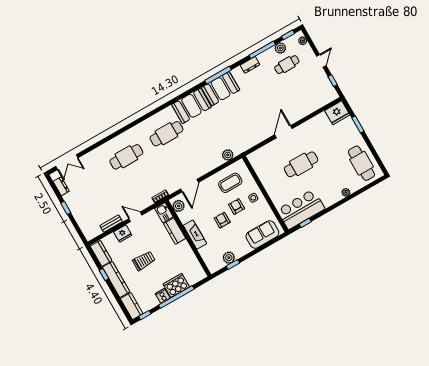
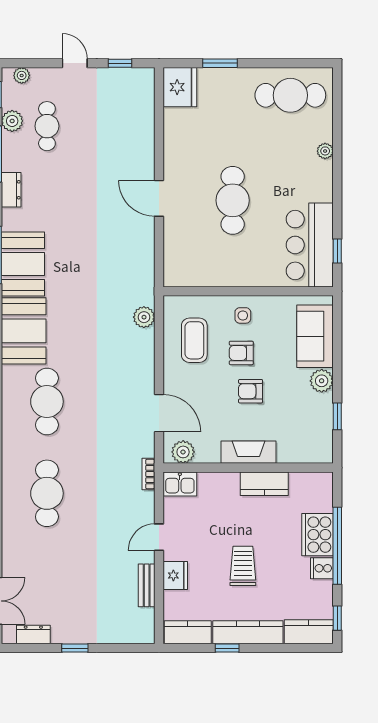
kitchen counter: (175, 231) -> (264, 484), moved
plant: (229, 258) -> (322, 381), moved

